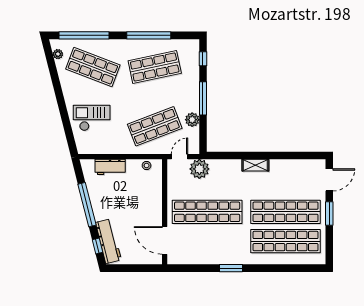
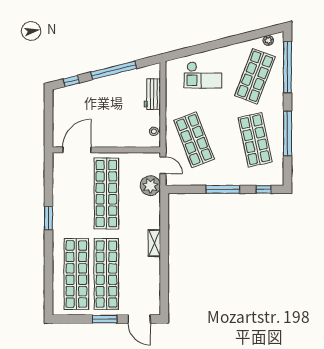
checkout: (92, 118) -> (203, 75), turned 90
plant: (192, 120) -> (201, 178), removed
workbench: (108, 241) -> (76, 92), removed

